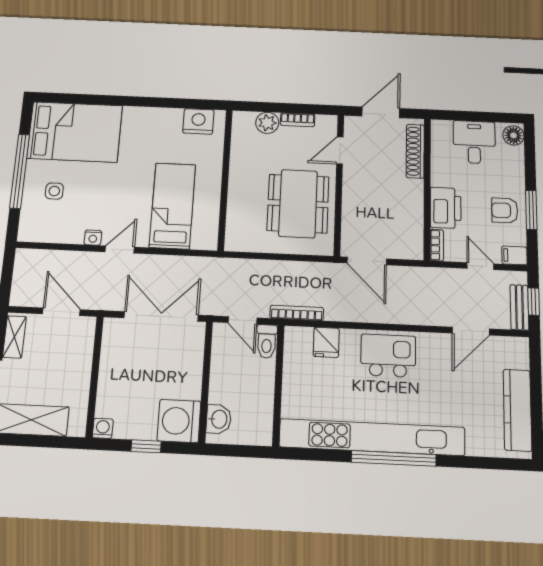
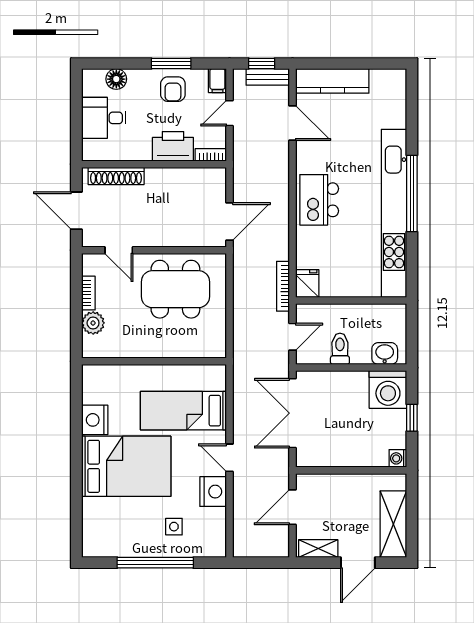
nightstand: (198, 121) -> (95, 420), moved
bed: (75, 132) -> (126, 466), moved, turned 90
floor lamp: (513, 135) -> (116, 79), moved
nightstand: (93, 238) -> (213, 492), width x1.89, depth x1.79
toilet: (267, 341) -> (340, 349), moved, turned -90
fridge: (326, 342) -> (307, 283), moved, turned -90
kitchen counter: (517, 410) -> (332, 81), moved

